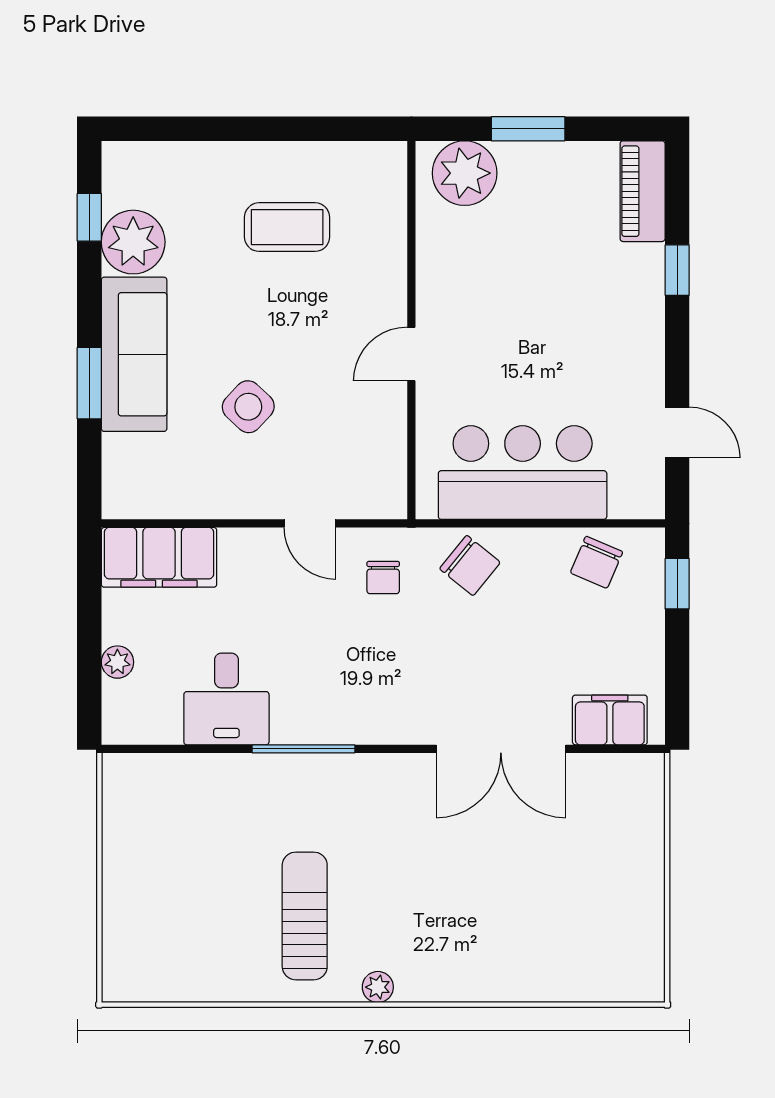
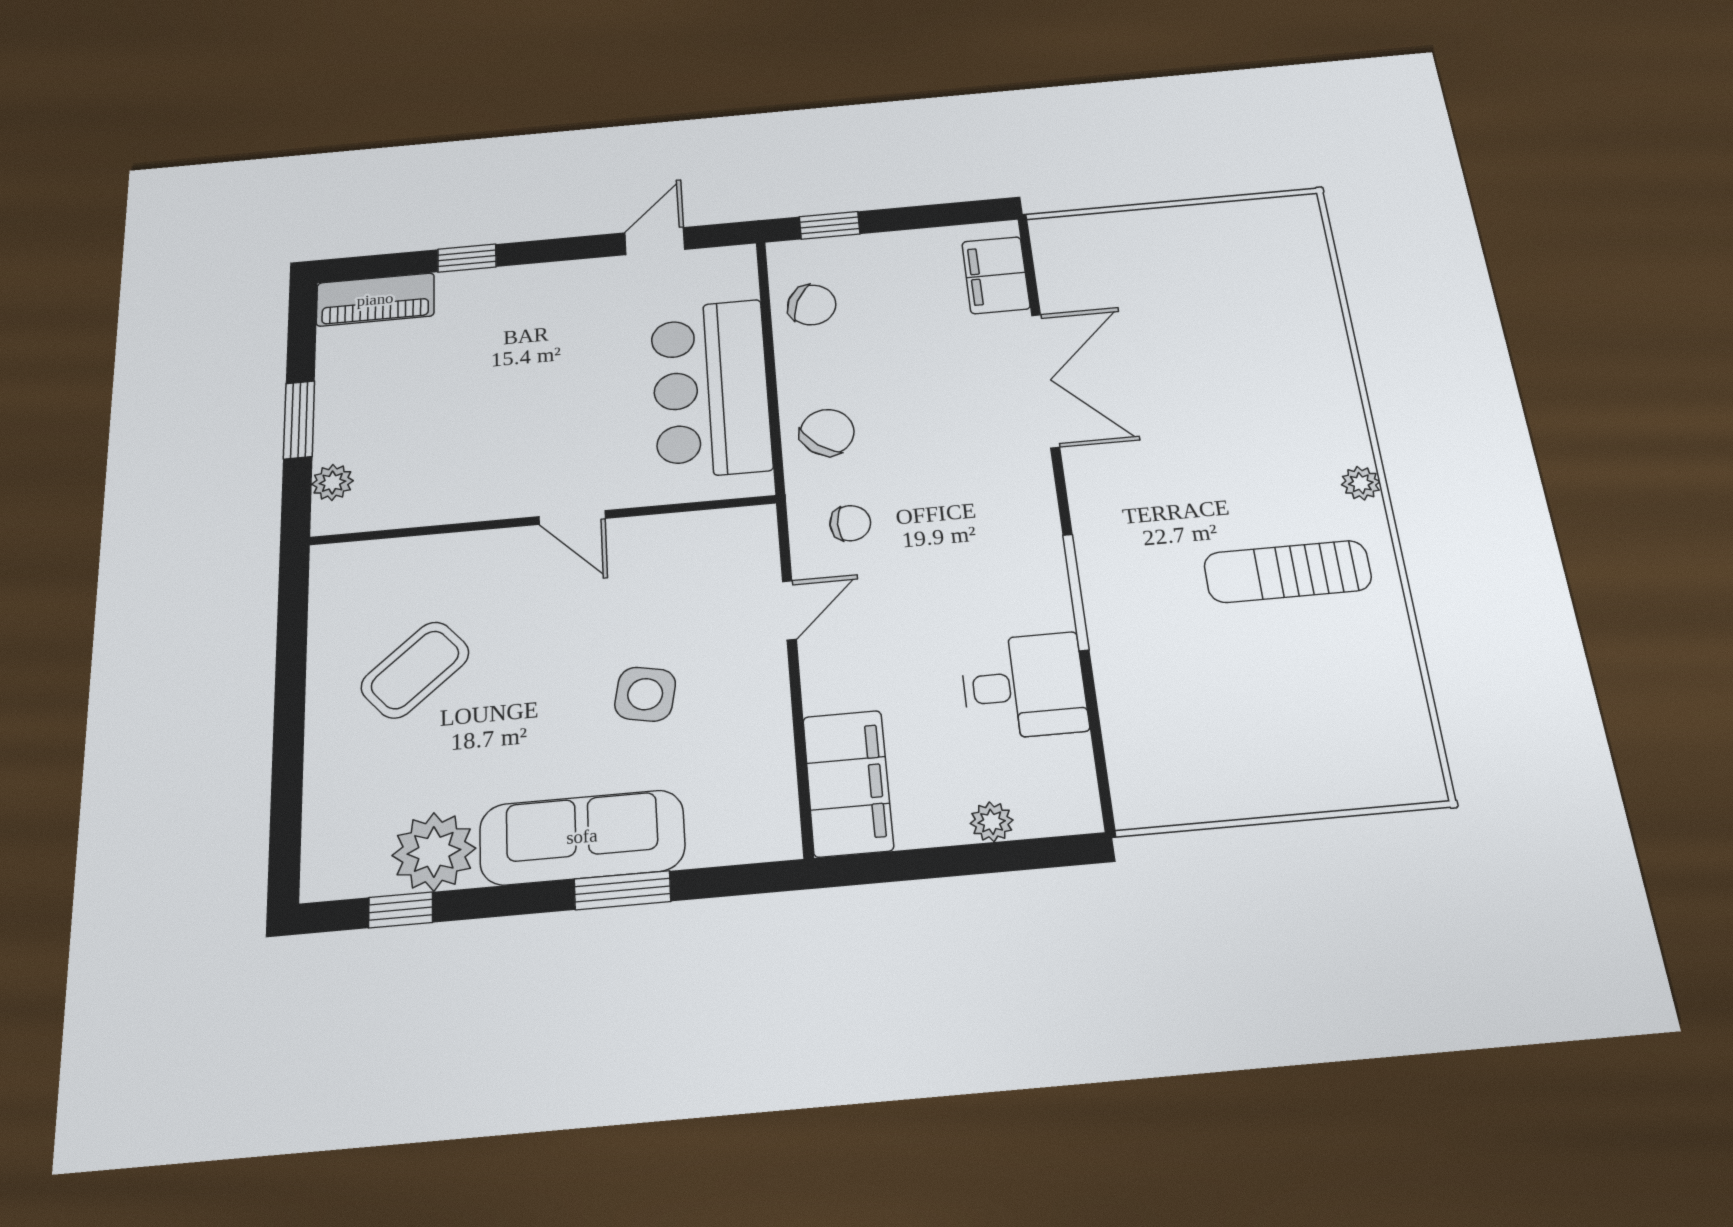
plant: (465, 173) -> (332, 482), width x0.53, depth x0.53
coffee table: (287, 227) -> (415, 670), turned 49
side table: (248, 407) -> (645, 694), turned -32

